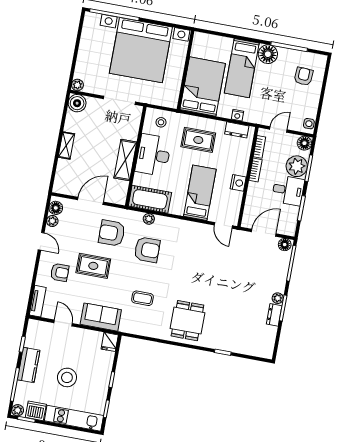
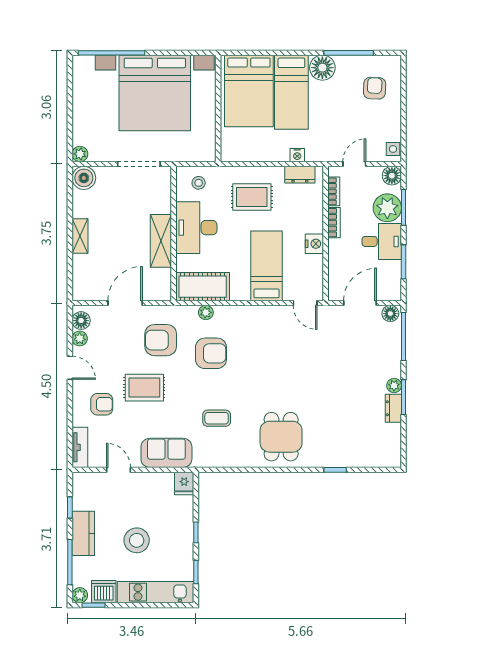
bed: (203, 86) -> (249, 91), moved, turned 180

